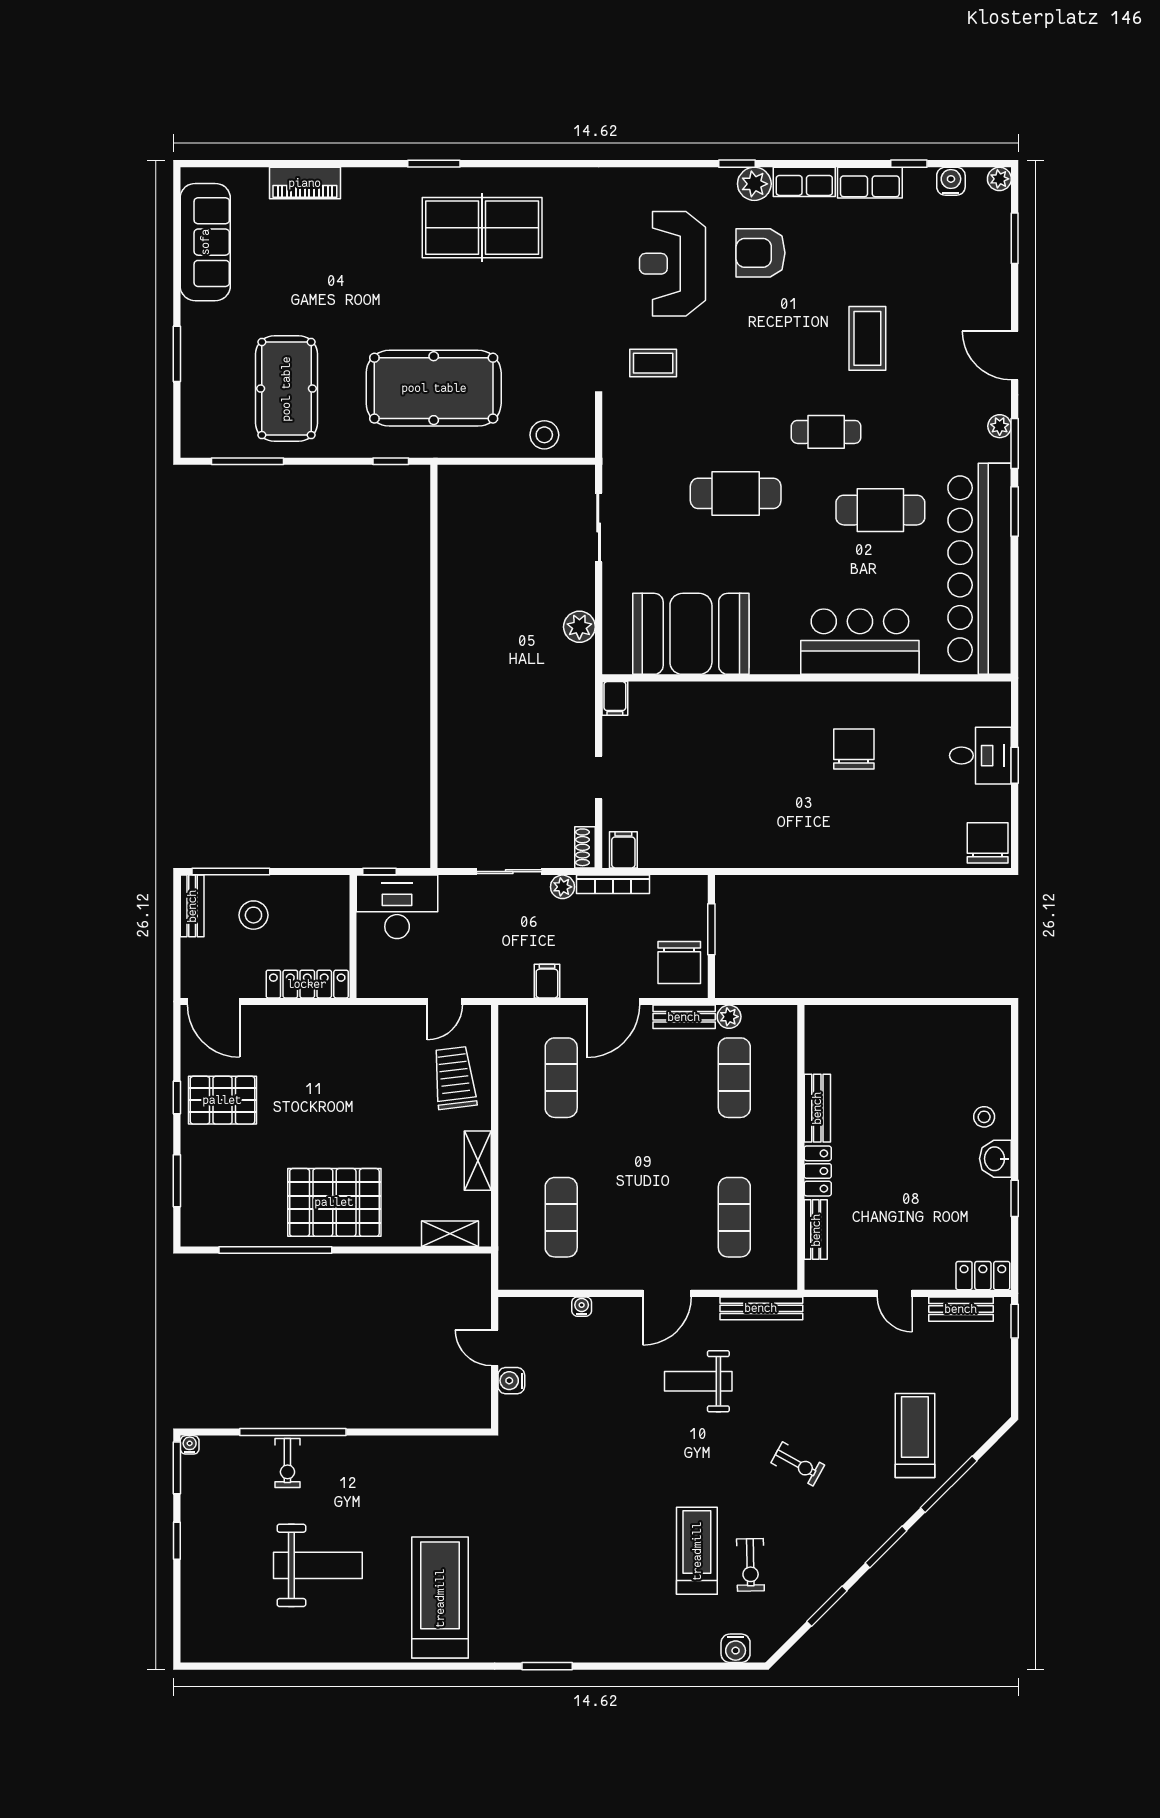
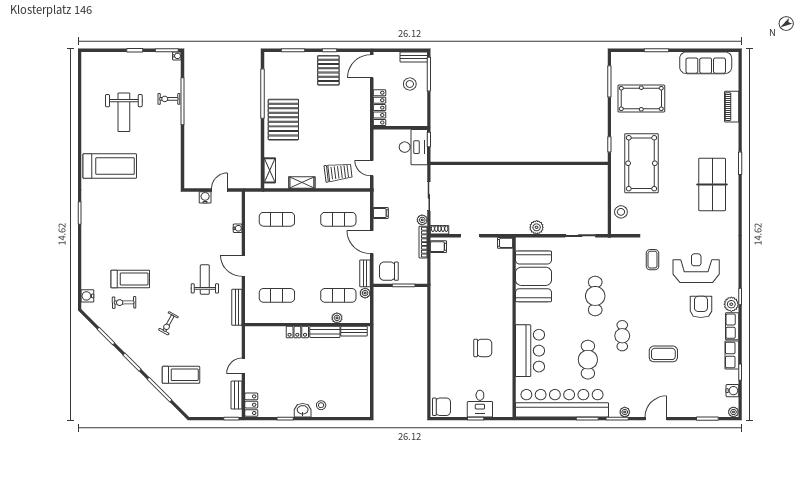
plant: (785, 1081) -> (337, 318), added
bench: (816, 1230) -> (354, 331), moved

